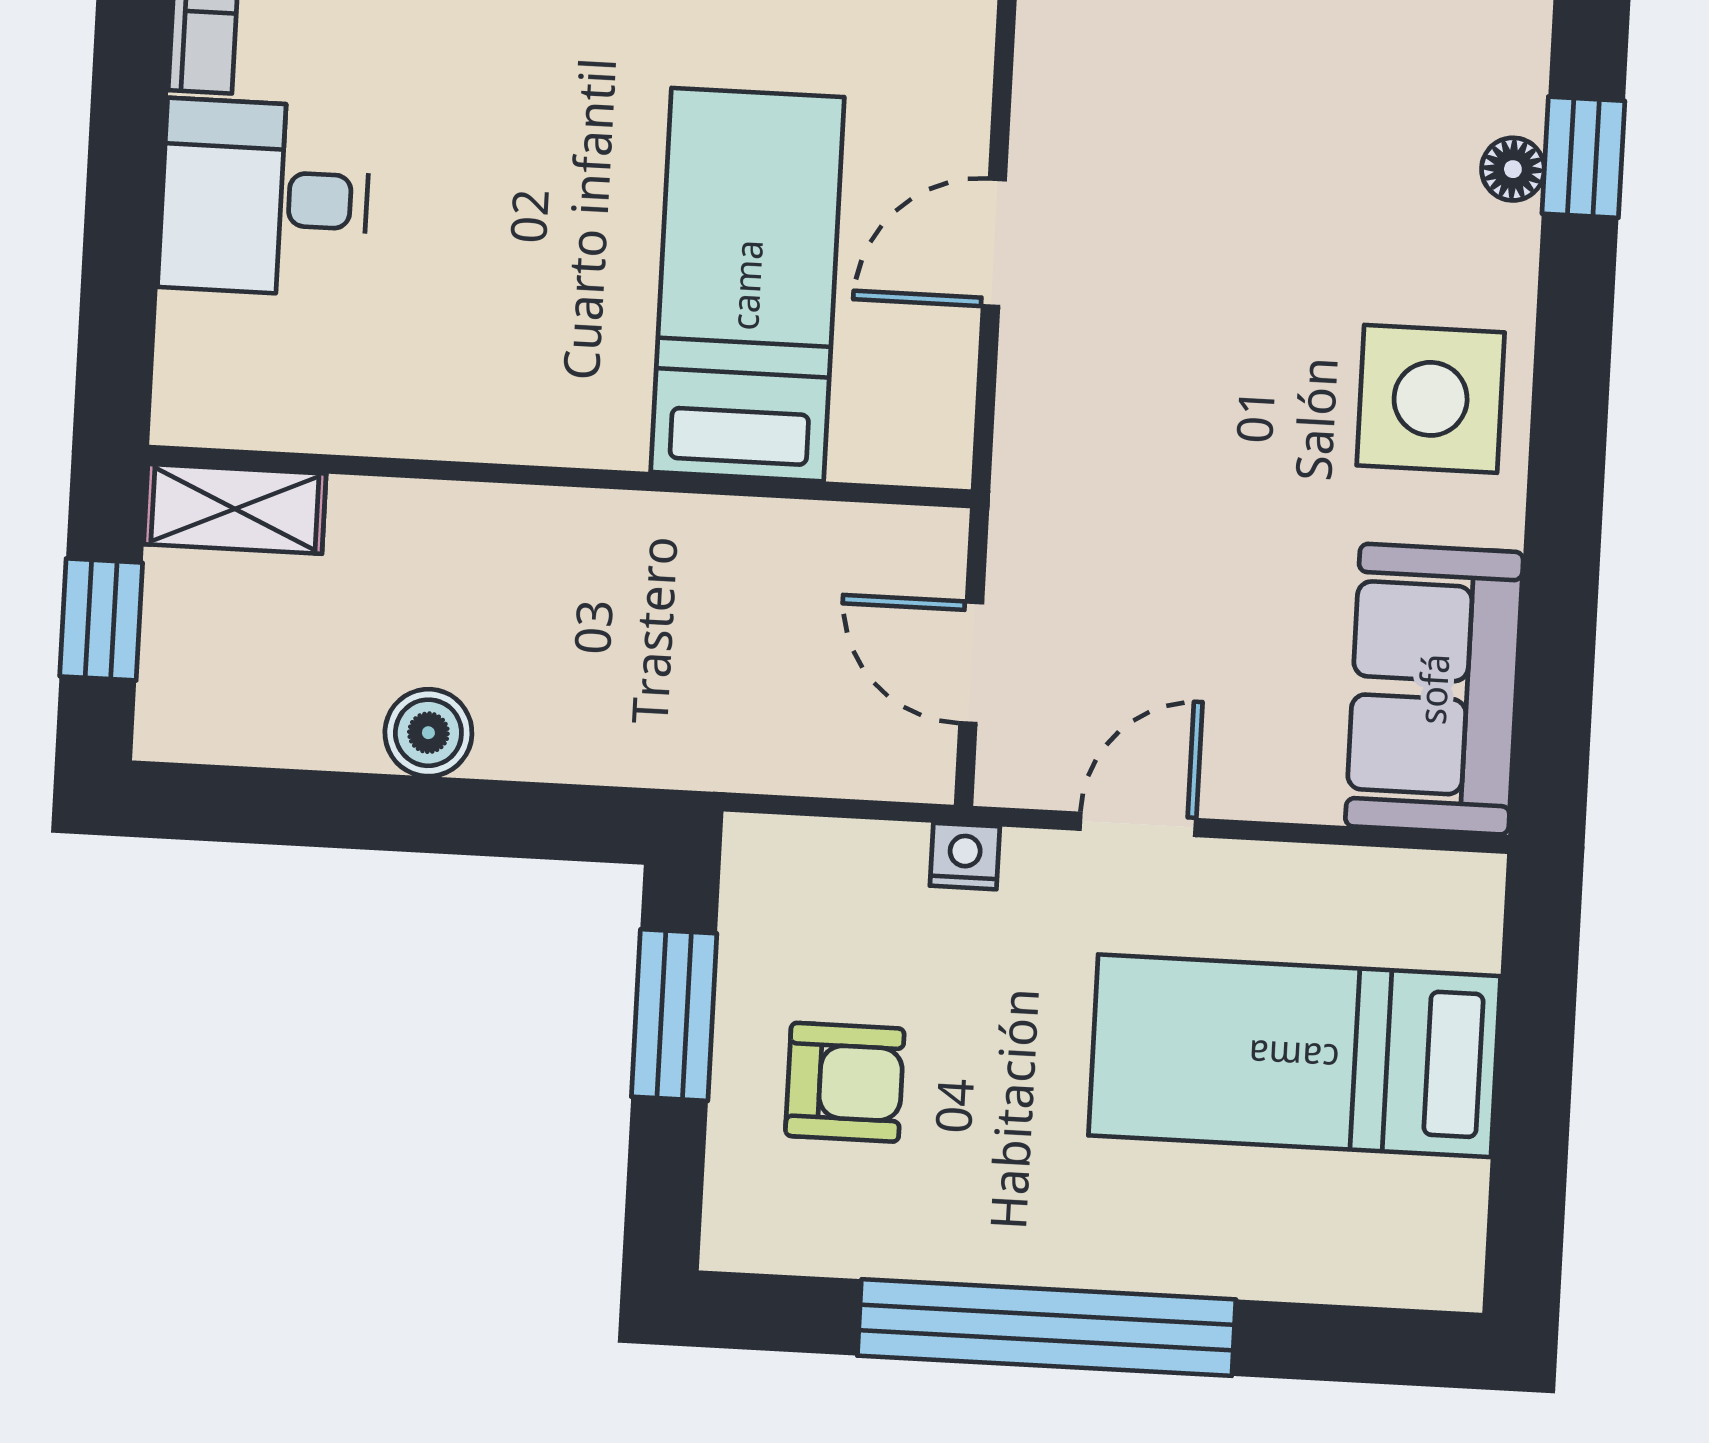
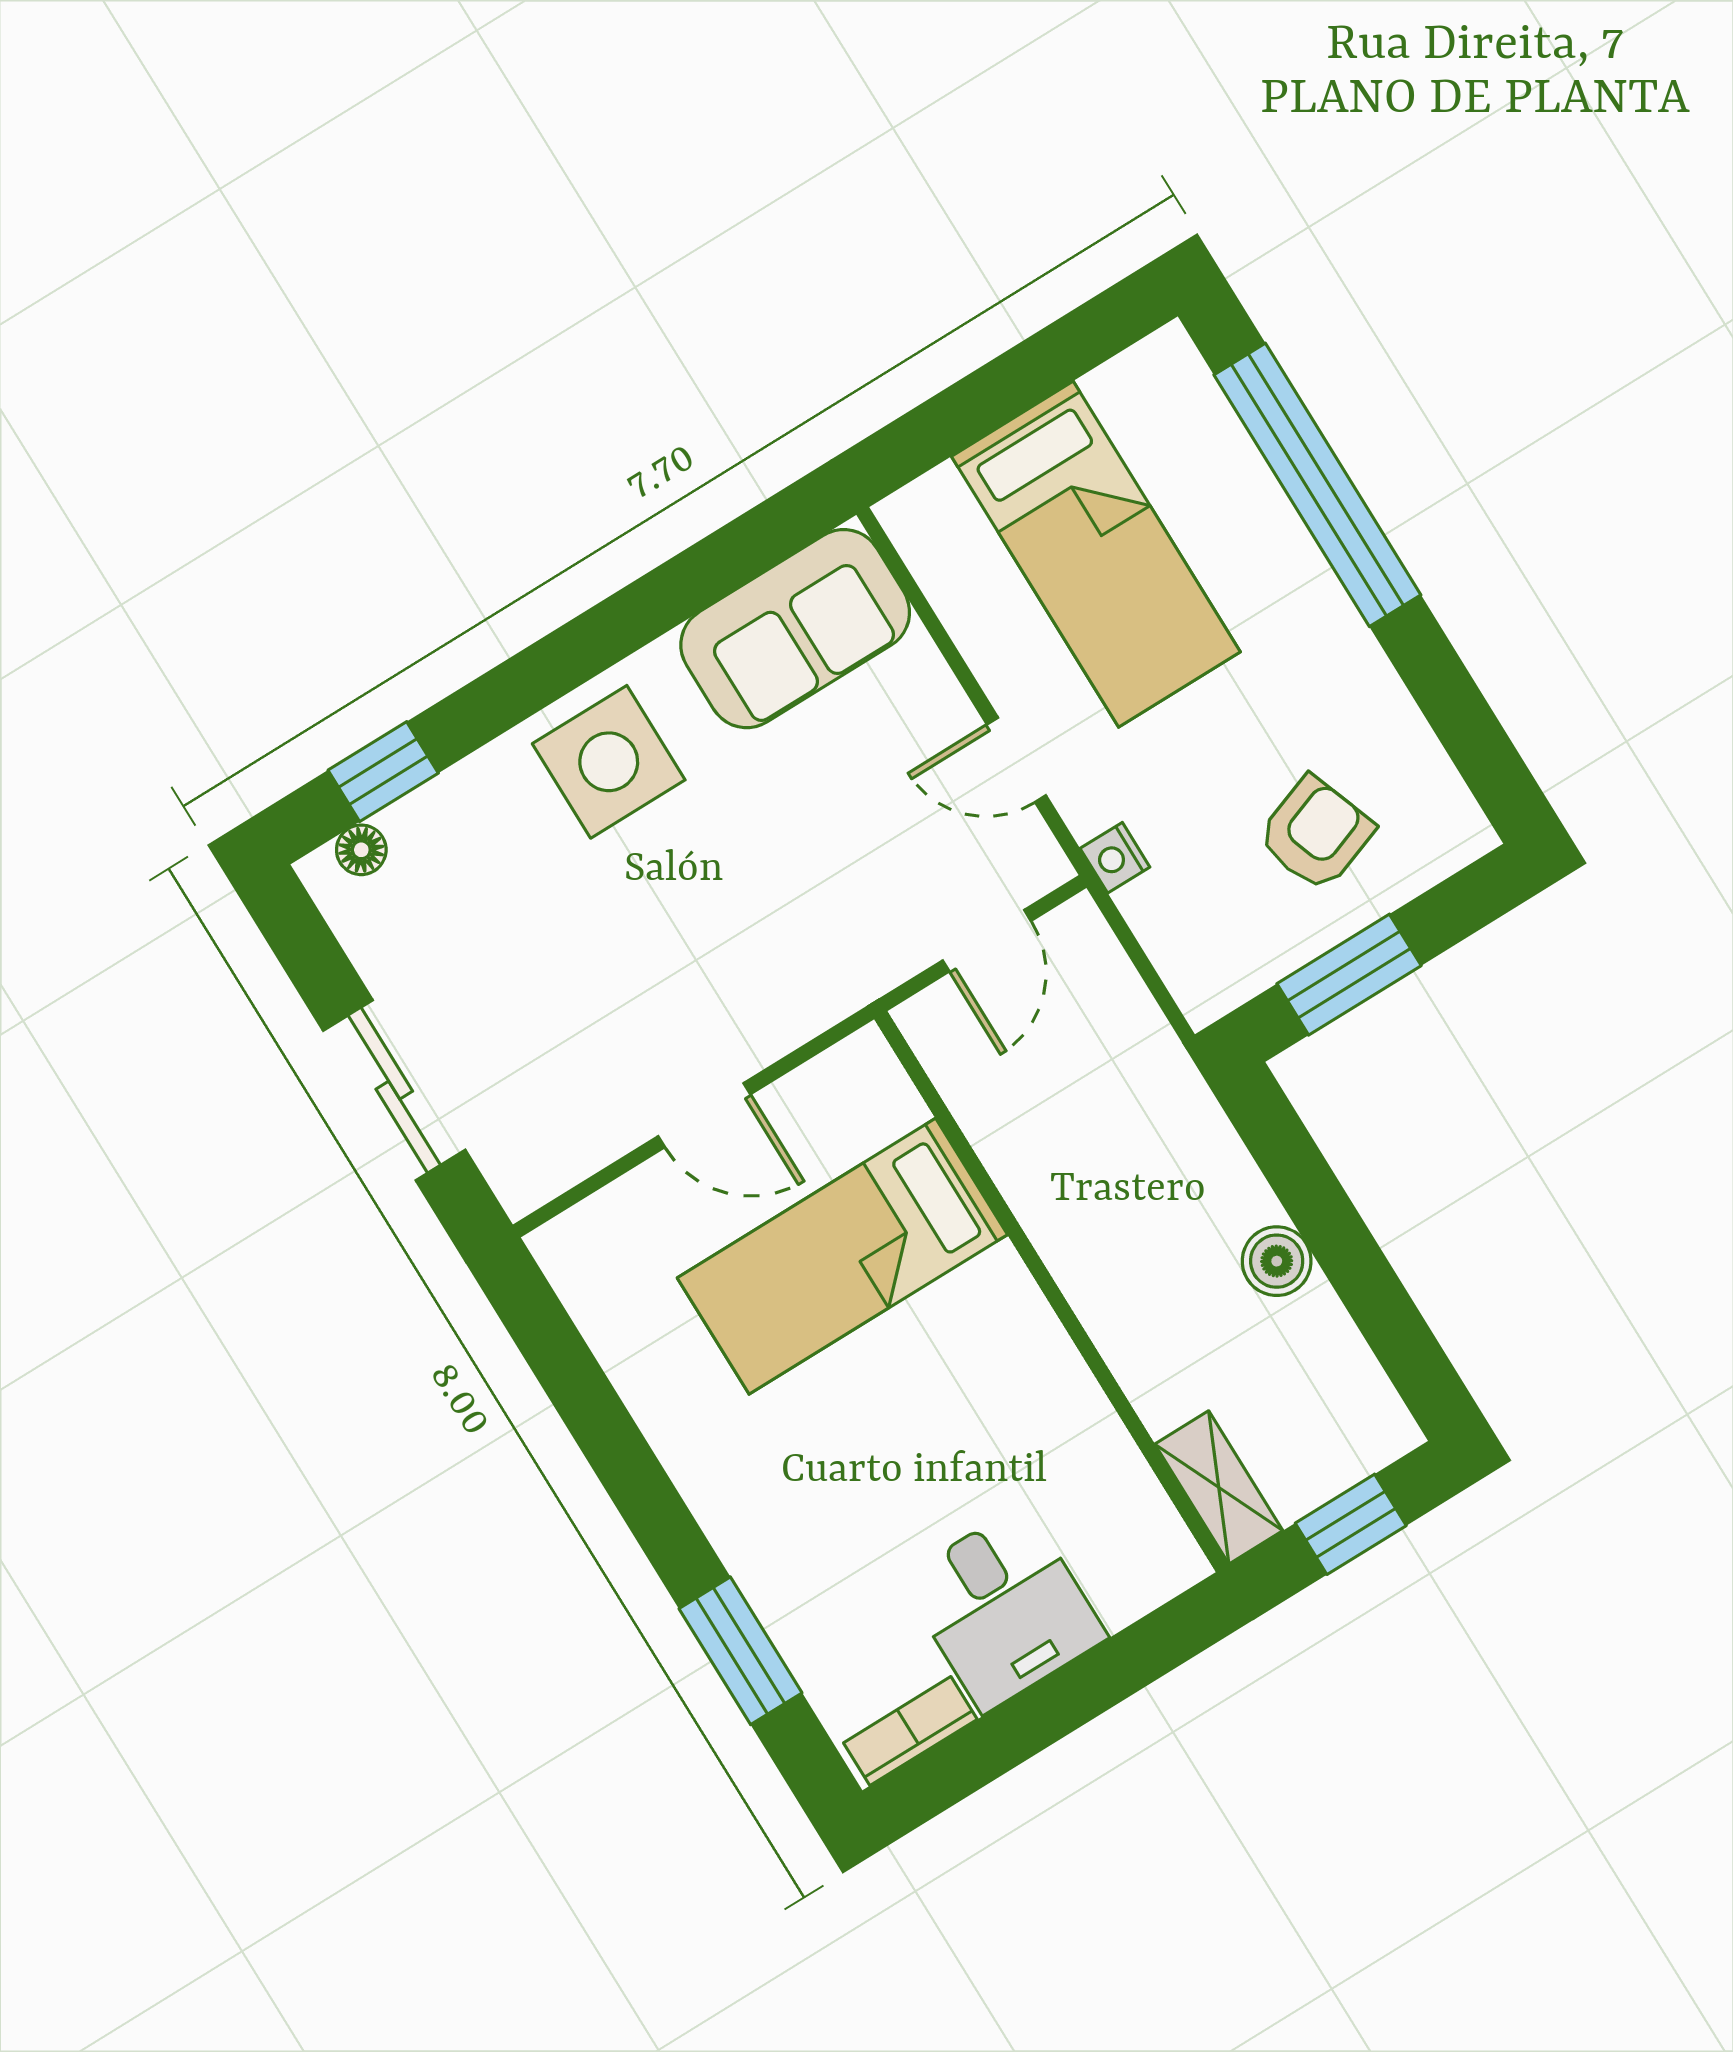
floor lamp: (1513, 169) -> (361, 850), moved
armchair: (845, 1082) -> (1316, 834), turned 70
window: (1047, 1328) -> (1317, 485), moved

